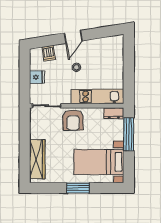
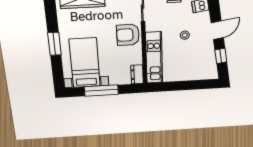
window: (100, 33) -> (221, 56), added
door: (73, 37) -> (217, 30), swing flipped
window: (129, 134) -> (101, 90), moved

